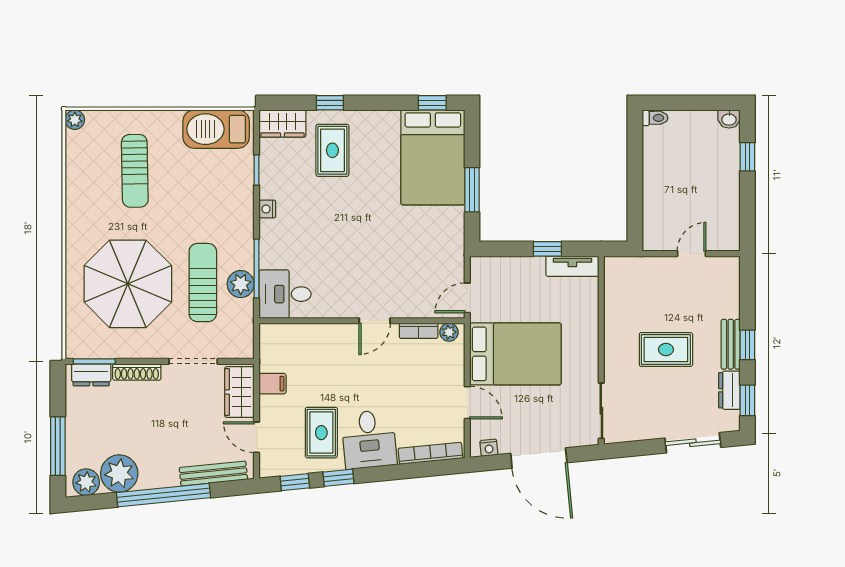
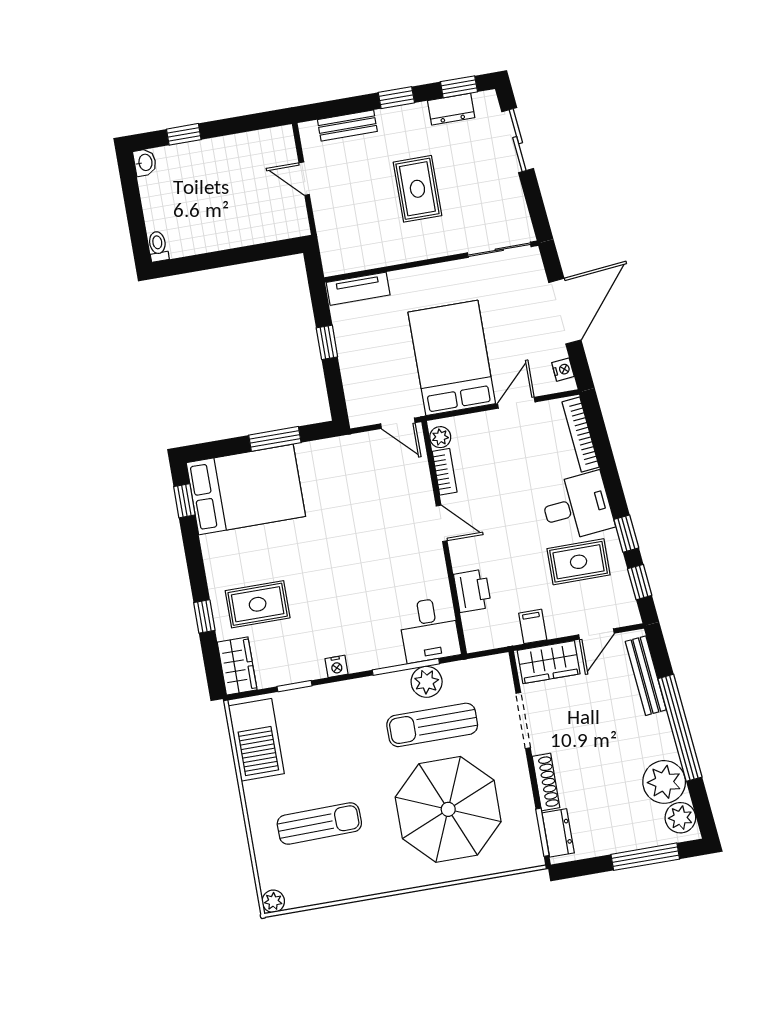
tv unit: (572, 266) -> (358, 289), moved, turned 90
printer: (312, 337) -> (472, 591), added
bench: (731, 344) -> (347, 126), moved

